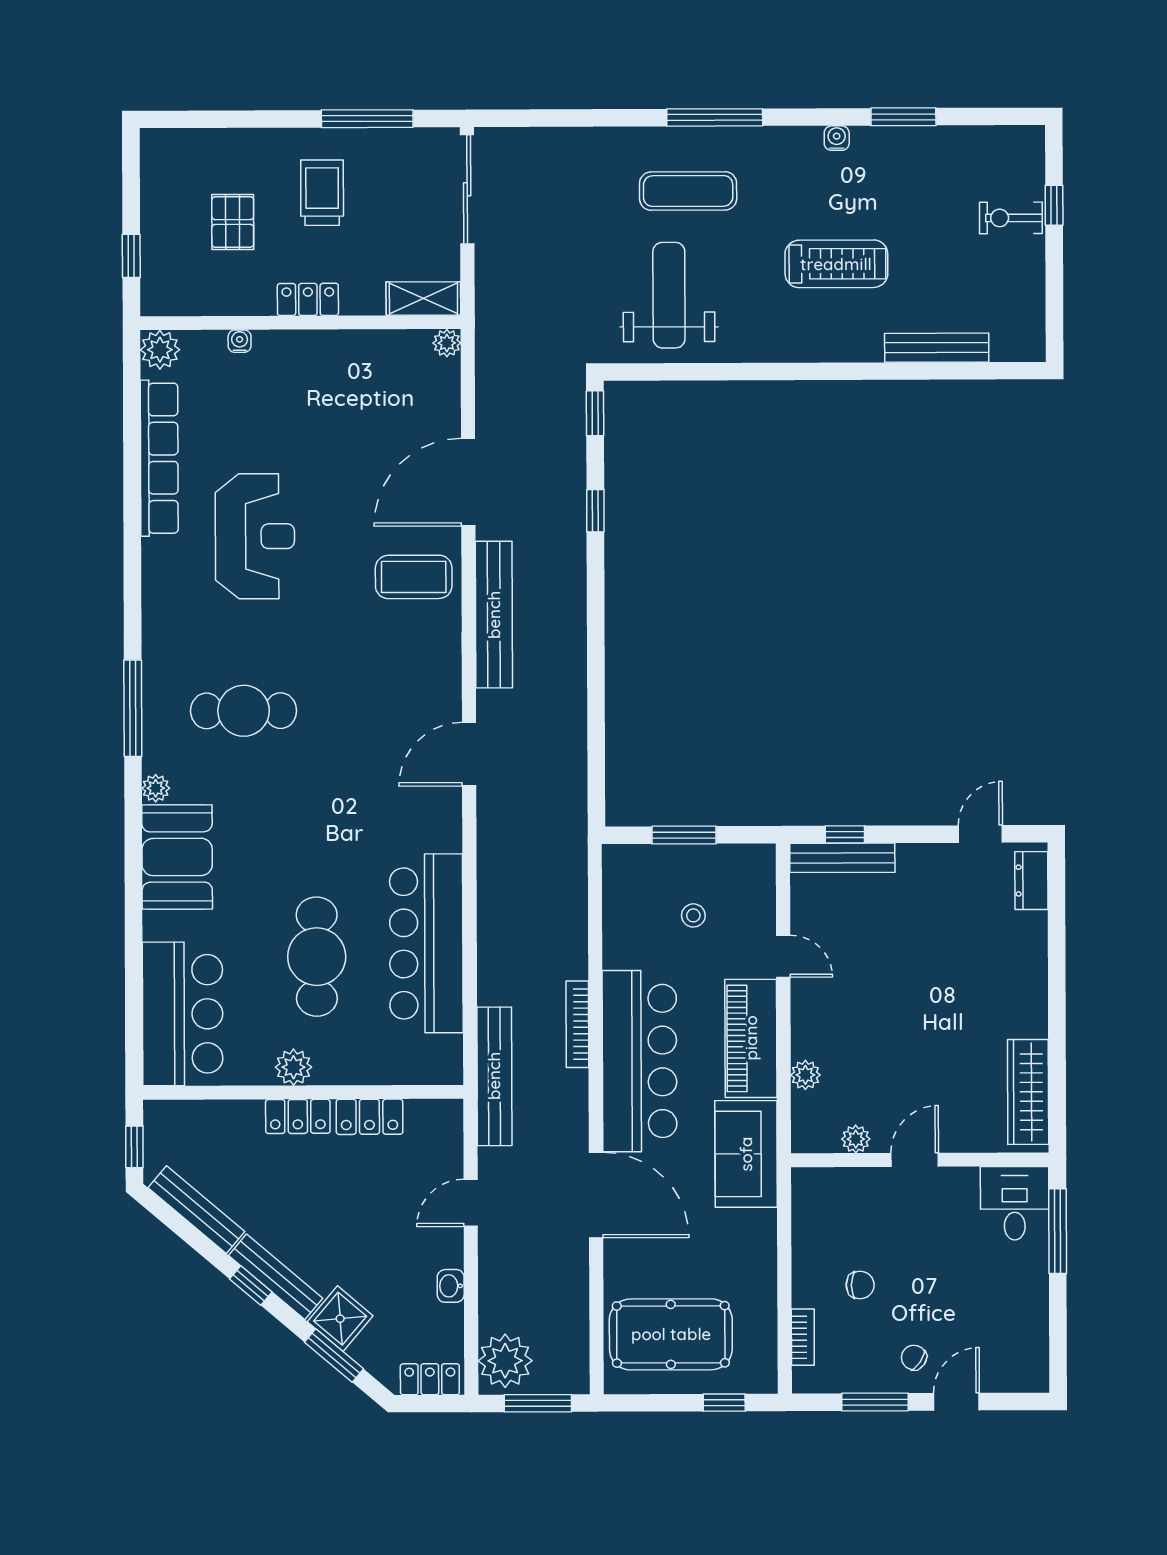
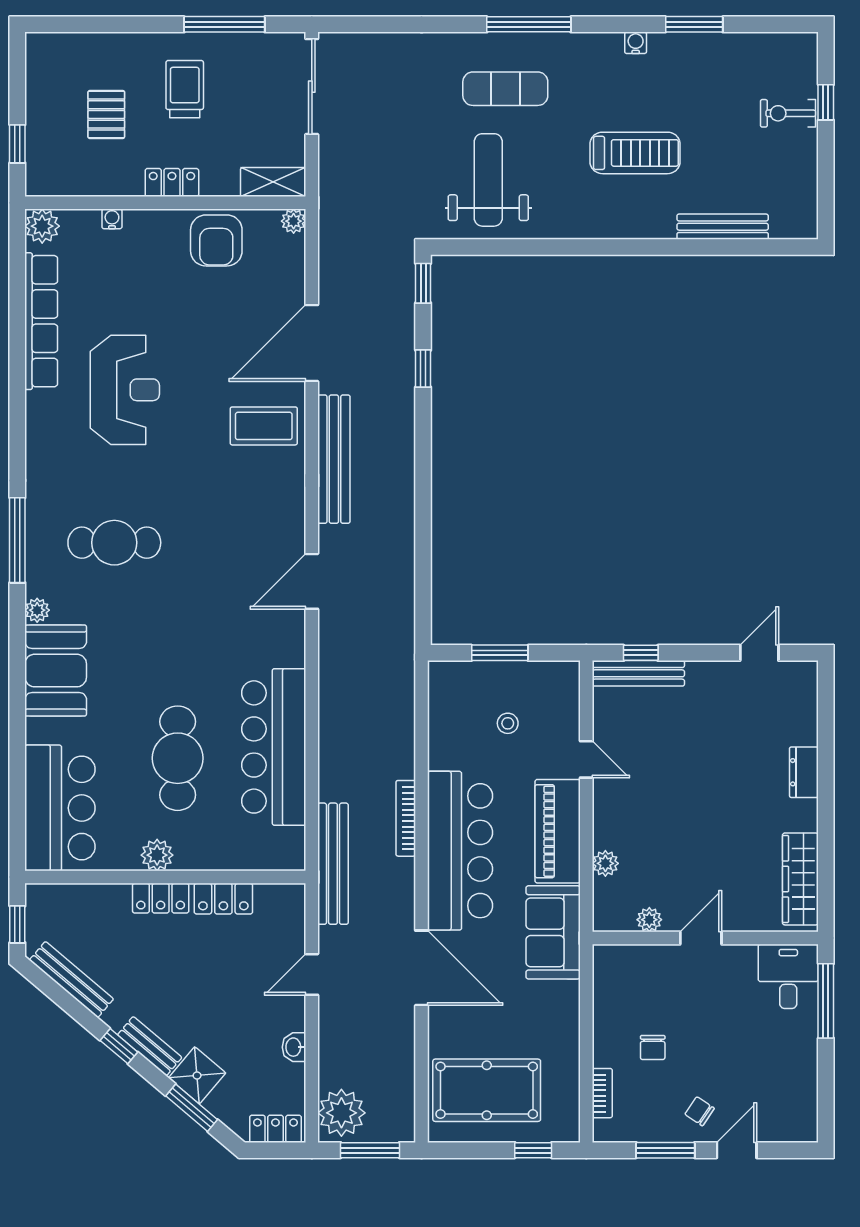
armchair: (359, 365) -> (216, 240), added
dresser: (1031, 881) -> (804, 772), moved
bench: (276, 1277) -> (150, 1046), width x0.73
chair: (860, 1285) -> (653, 1048), turned 90

